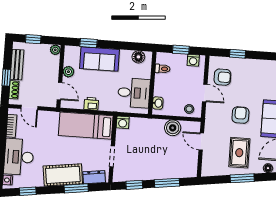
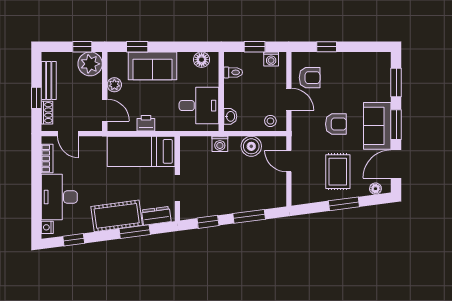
window: (33, 39) -> (82, 47), moved
plant: (55, 50) -> (90, 64), width x1.88, depth x1.88
armchair: (240, 115) -> (336, 124), turned 90
washing machine: (123, 122) -> (220, 144), moved

